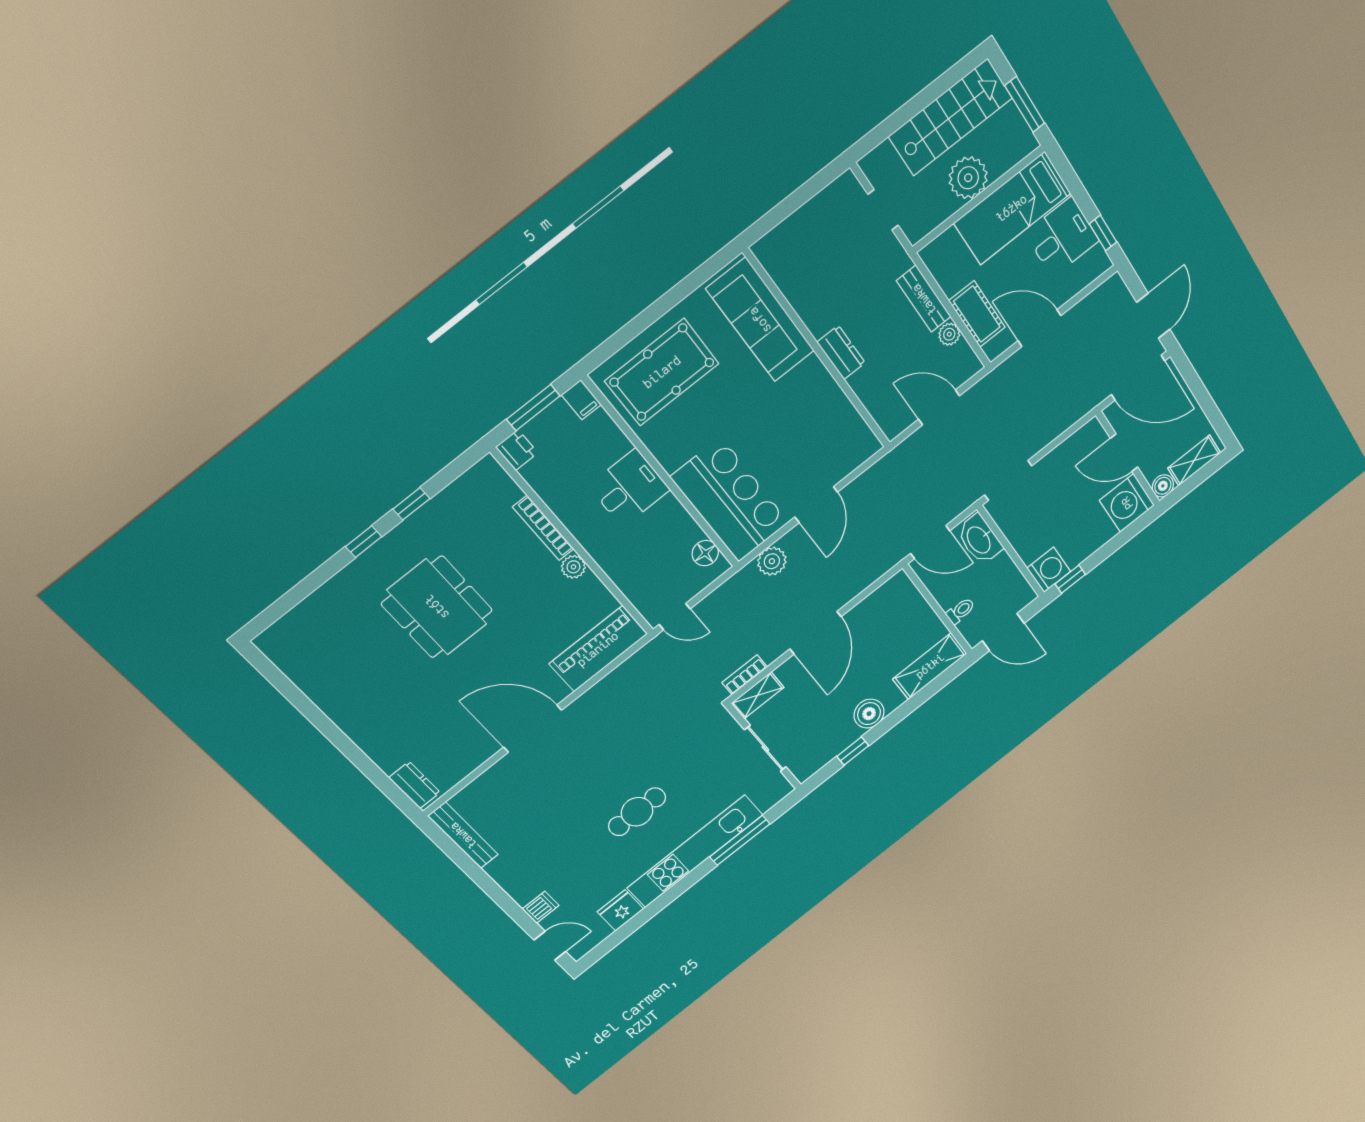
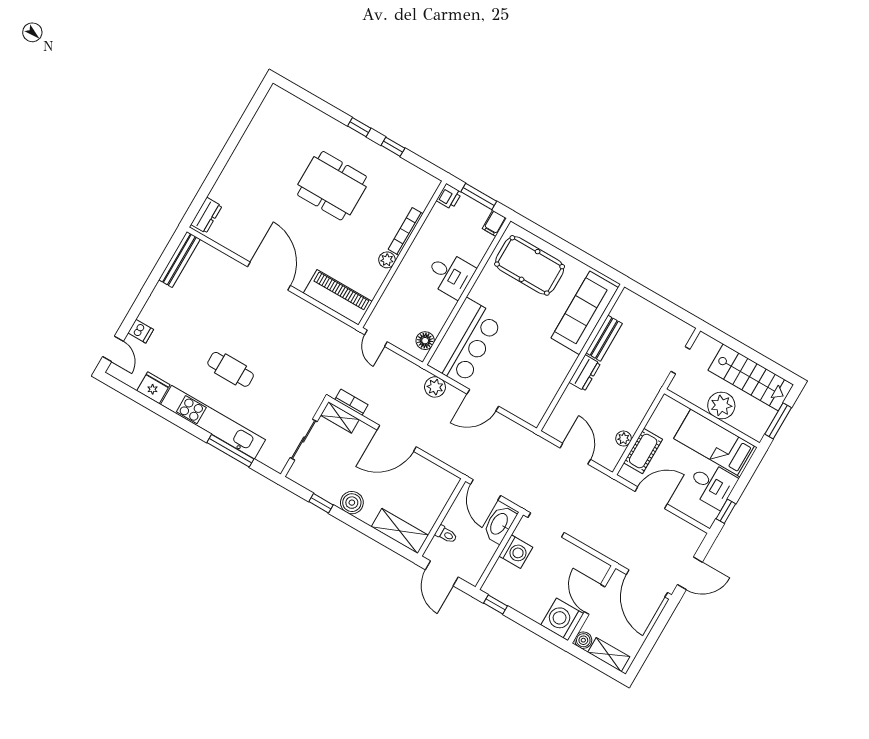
bench: (924, 299) -> (604, 338), moved
door: (1039, 328) -> (651, 498), hinge flipped
washing machine: (1049, 570) -> (516, 552), moved
dining table: (437, 607) -> (332, 186), turned 90

